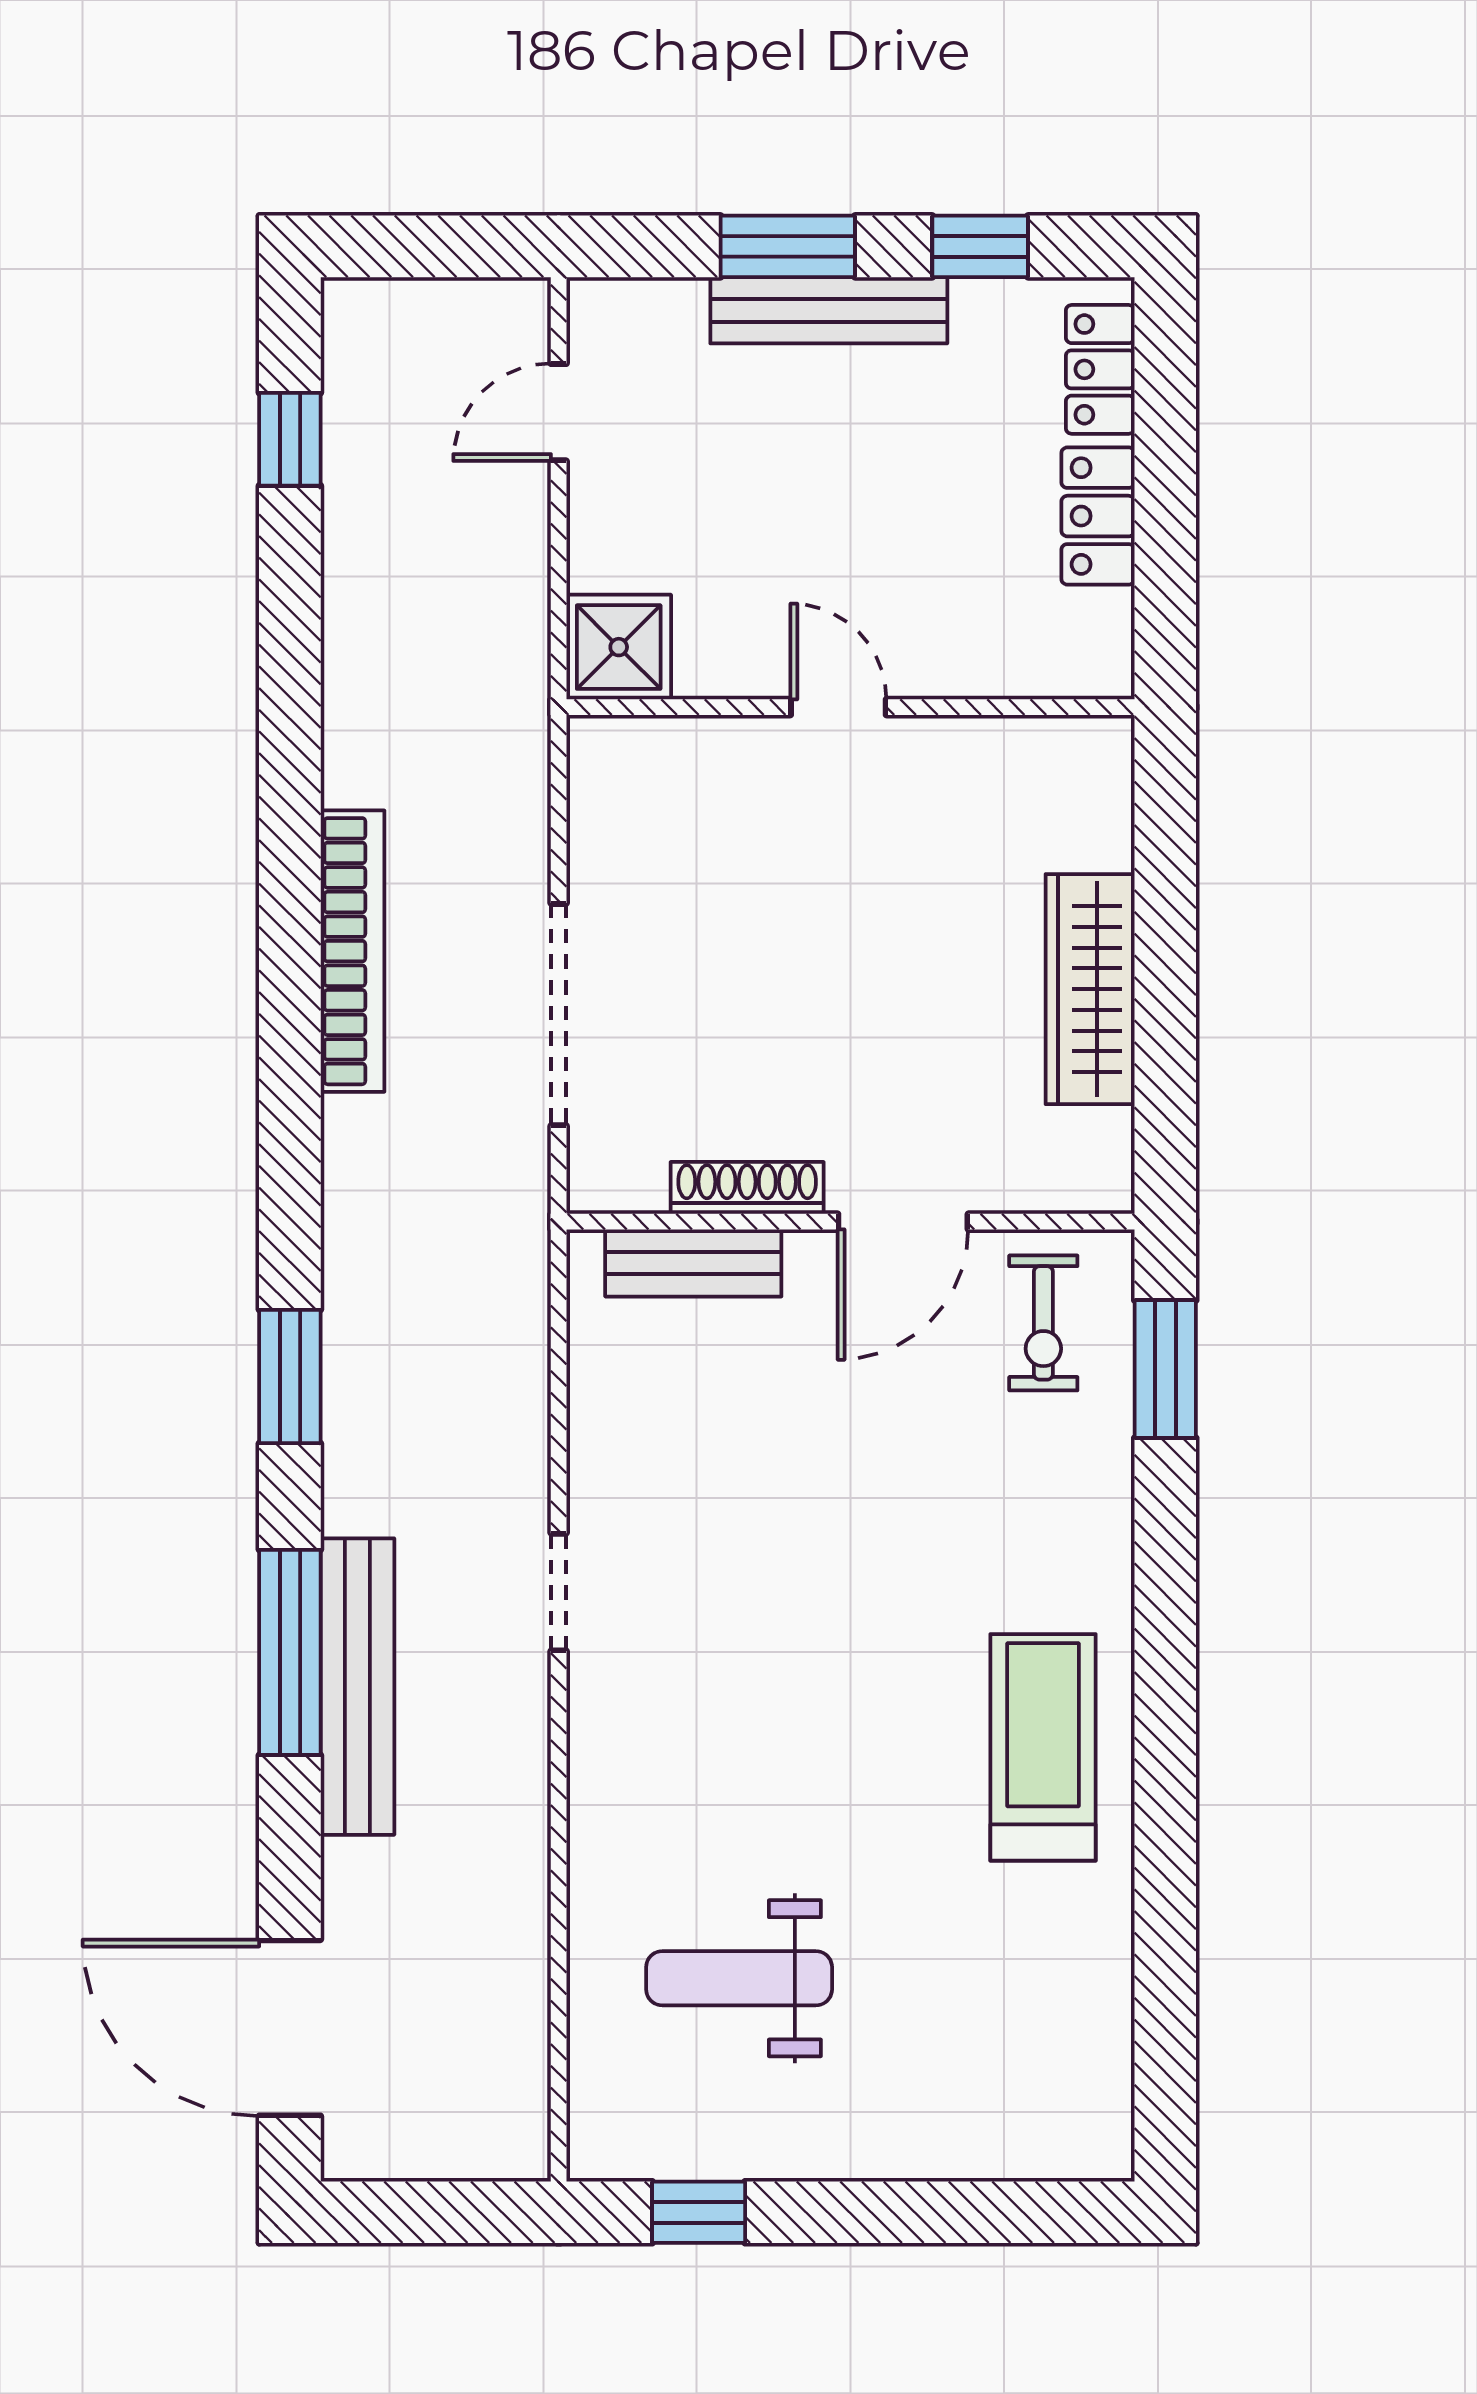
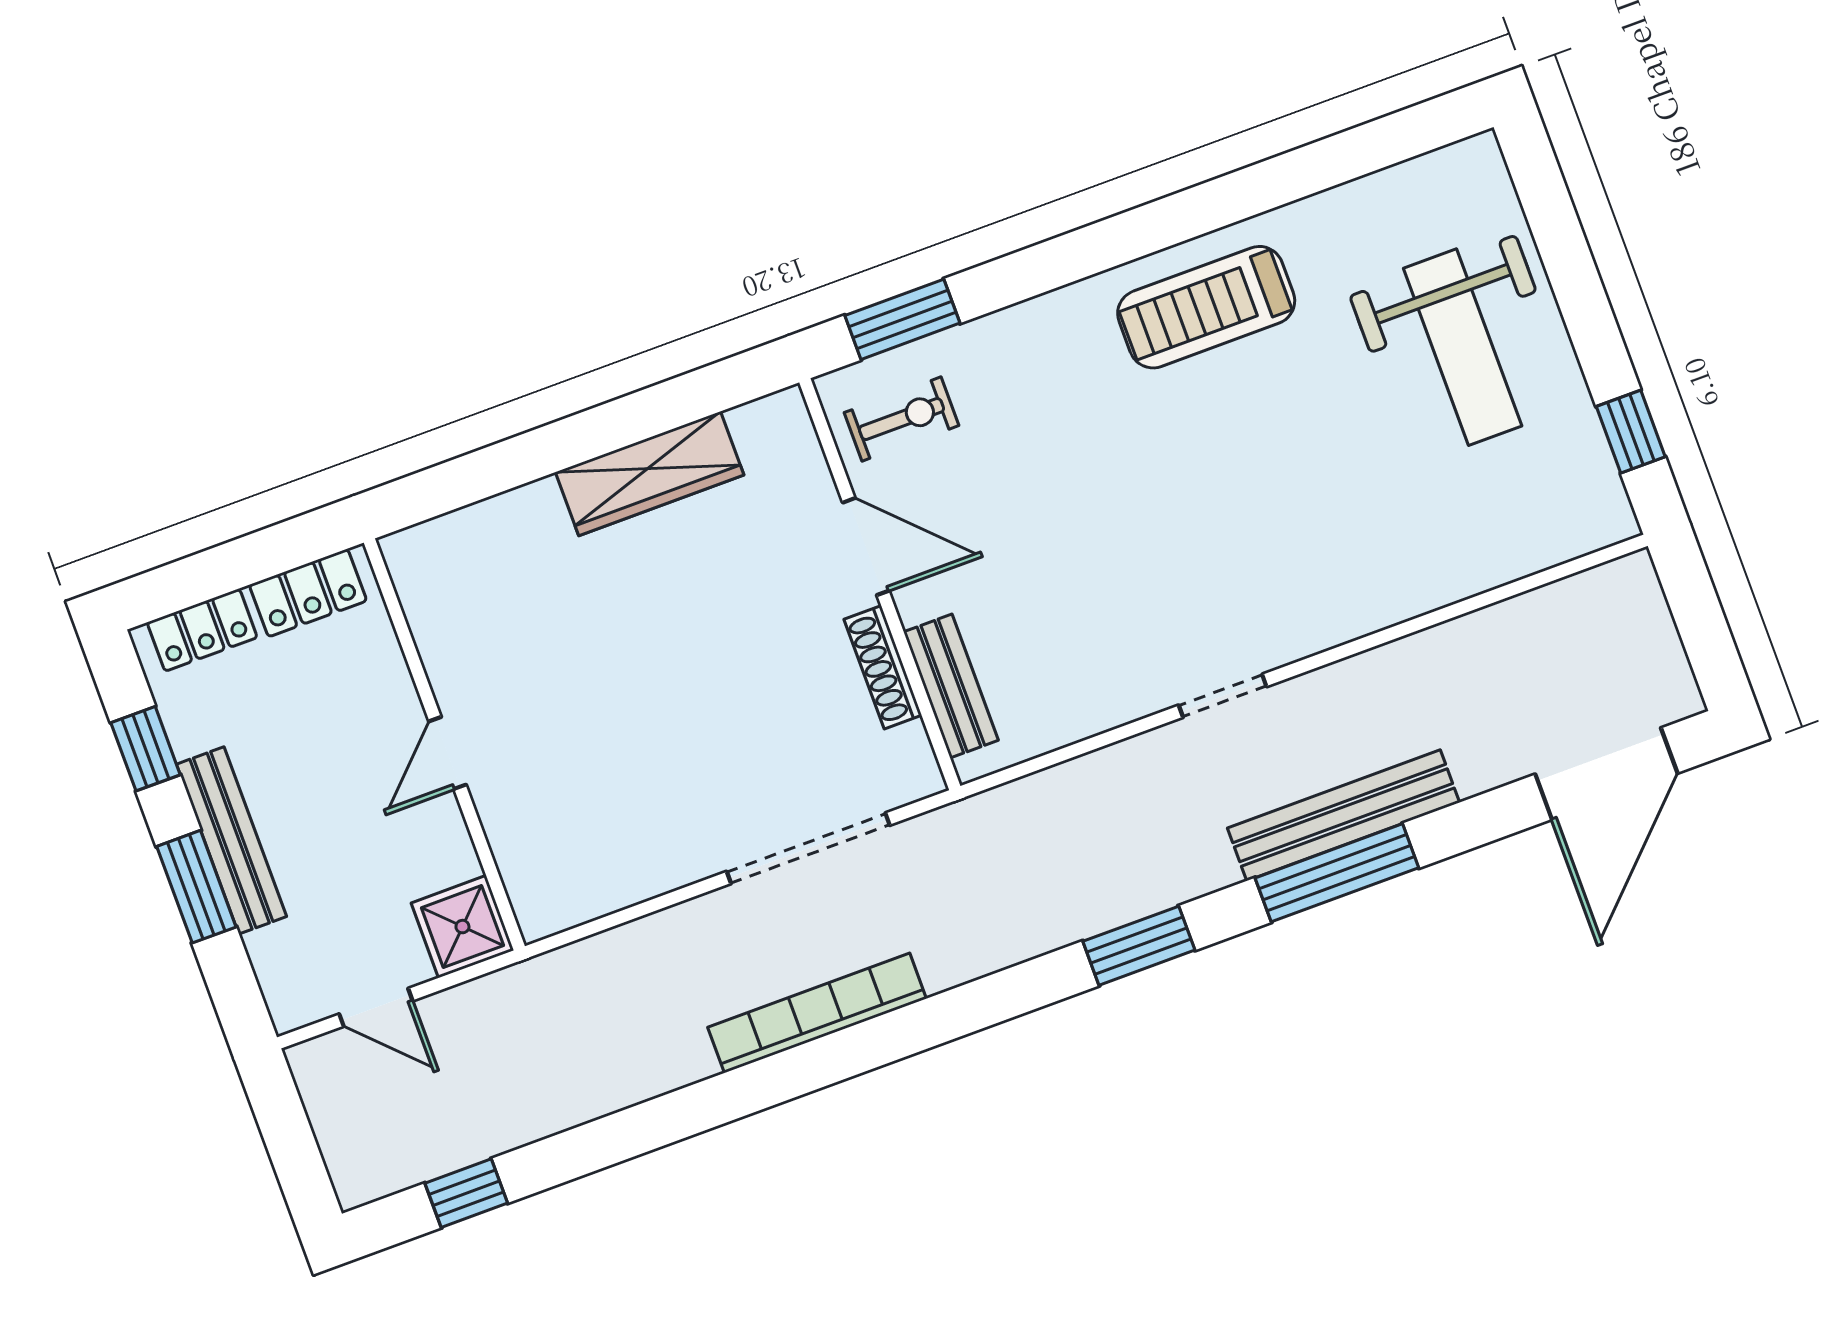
shower: (619, 647) -> (462, 927), moved
door: (838, 707) -> (448, 753), moved
wall: (850, 707) -> (444, 744), moved
weight bench: (739, 1978) -> (1463, 347), moved, width x1.36, depth x1.33

